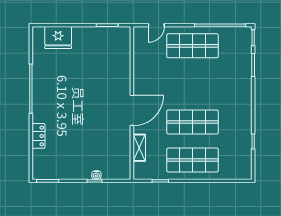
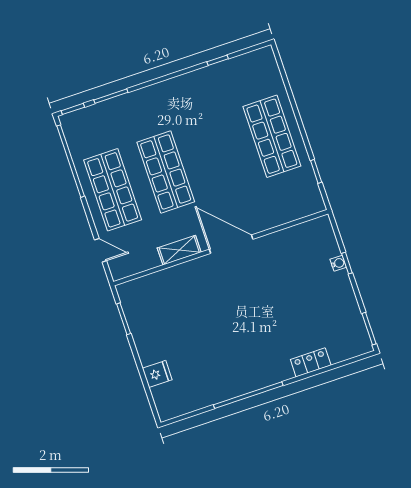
fridge: (58, 38) -> (157, 374), width x0.53, depth x0.75
shop shelf: (192, 122) -> (166, 172), moved
shelving: (139, 148) -> (179, 250), moved

